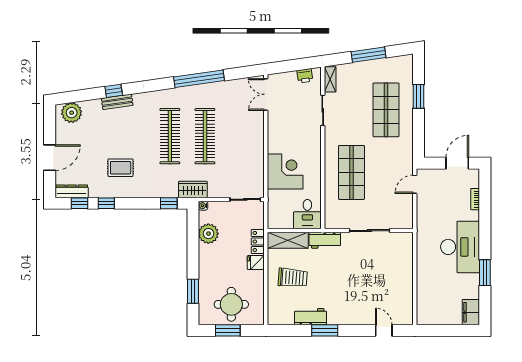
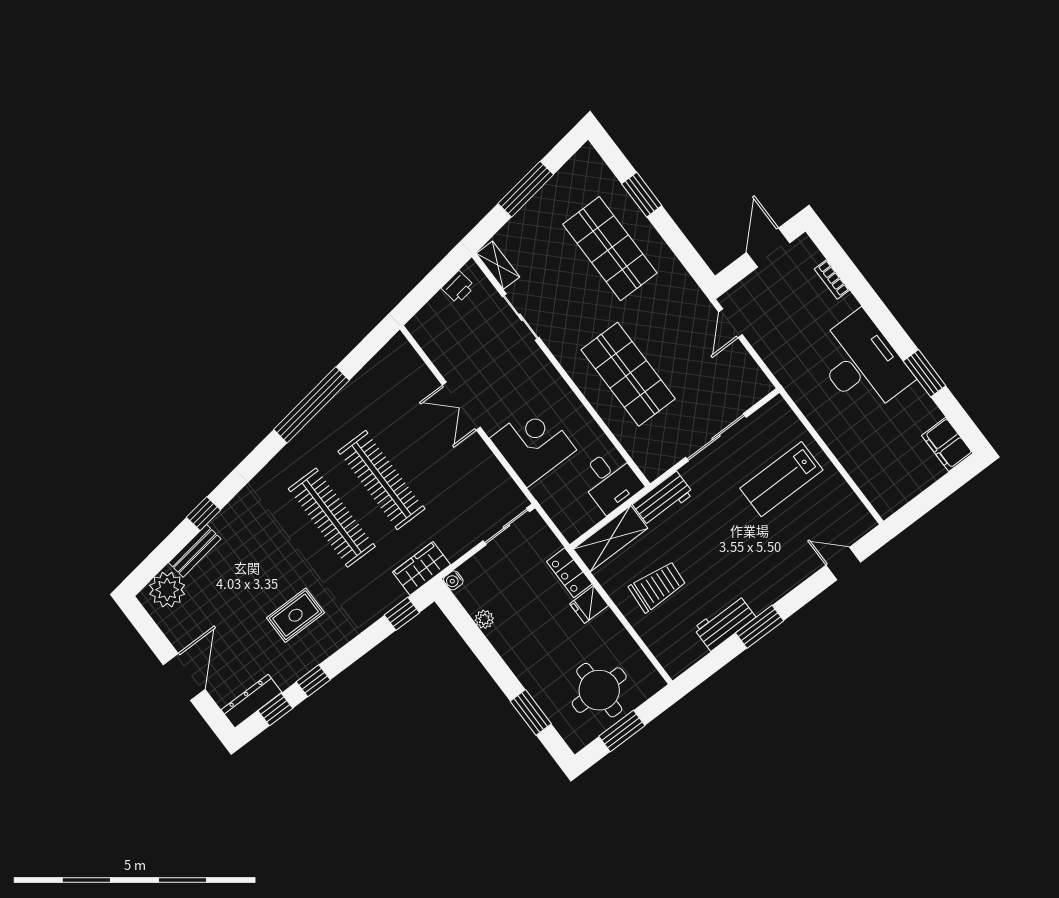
double door: (266, 94) -> (461, 406), moved
bench: (117, 102) -> (195, 551), moved
plant: (208, 234) -> (484, 619), width x0.53, depth x0.53
lab bench: (385, 272) -> (781, 479), added

